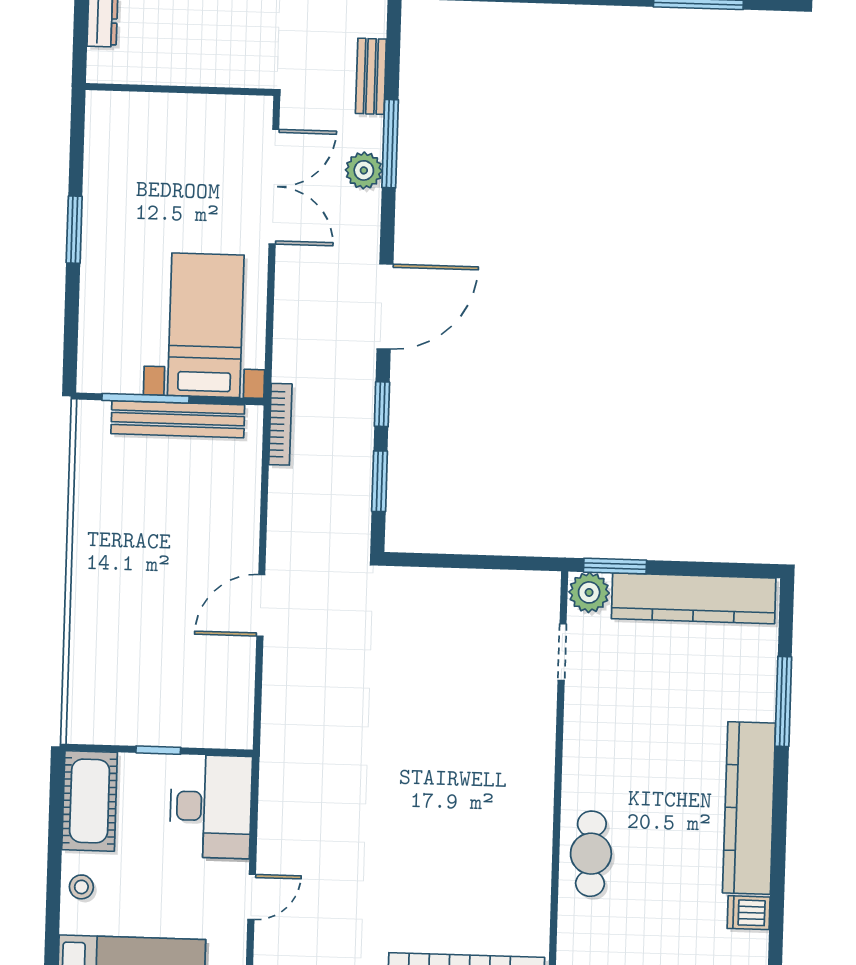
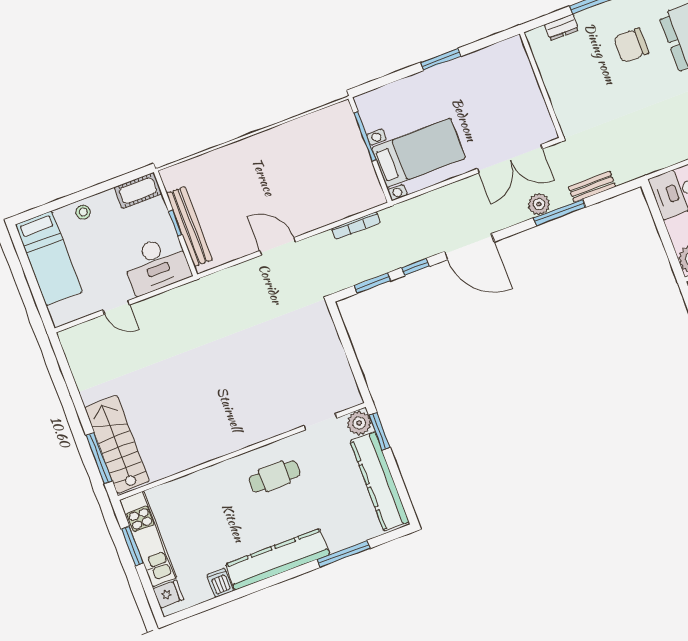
bench: (178, 419) -> (189, 226), moved
bookcase: (280, 424) -> (356, 226), moved
cot: (90, 801) -> (138, 191), width x0.73, depth x0.75
cafe table: (591, 854) -> (274, 476), moved

